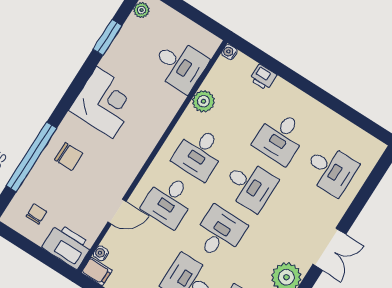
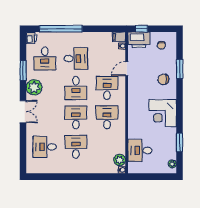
printer: (263, 77) -> (100, 168), removed
plant: (203, 101) -> (120, 160), moved
window: (31, 157) -> (179, 69), width x0.47
desk: (250, 185) -> (76, 117), turned 90
double door: (329, 249) -> (23, 112), swing flipped
window: (52, 261) -> (141, 29), added

